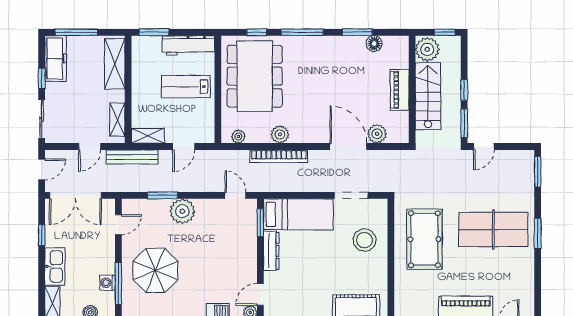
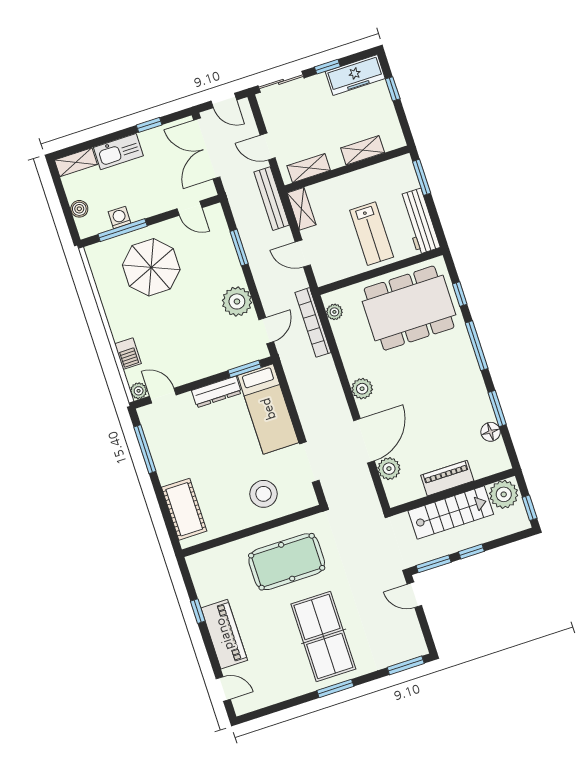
window: (76, 32) -> (393, 89), width x0.46
shelving: (115, 64) -> (363, 150), width x0.67, depth x0.75
lab bench: (186, 87) -> (372, 234), turned 180
plant: (280, 134) -> (362, 389), moved
bookcase: (279, 156) -> (313, 322), moved
plant: (182, 211) -> (237, 301), moved

